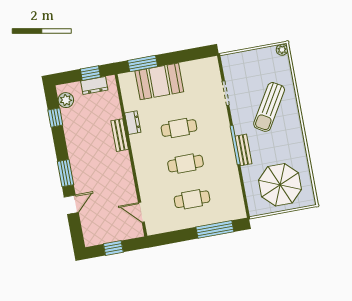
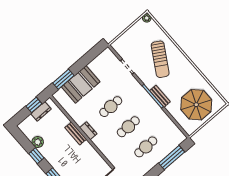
plant: (66, 100) -> (38, 142), moved
window: (55, 118) -> (36, 156), moved
dresser: (133, 123) -> (88, 131), moved

